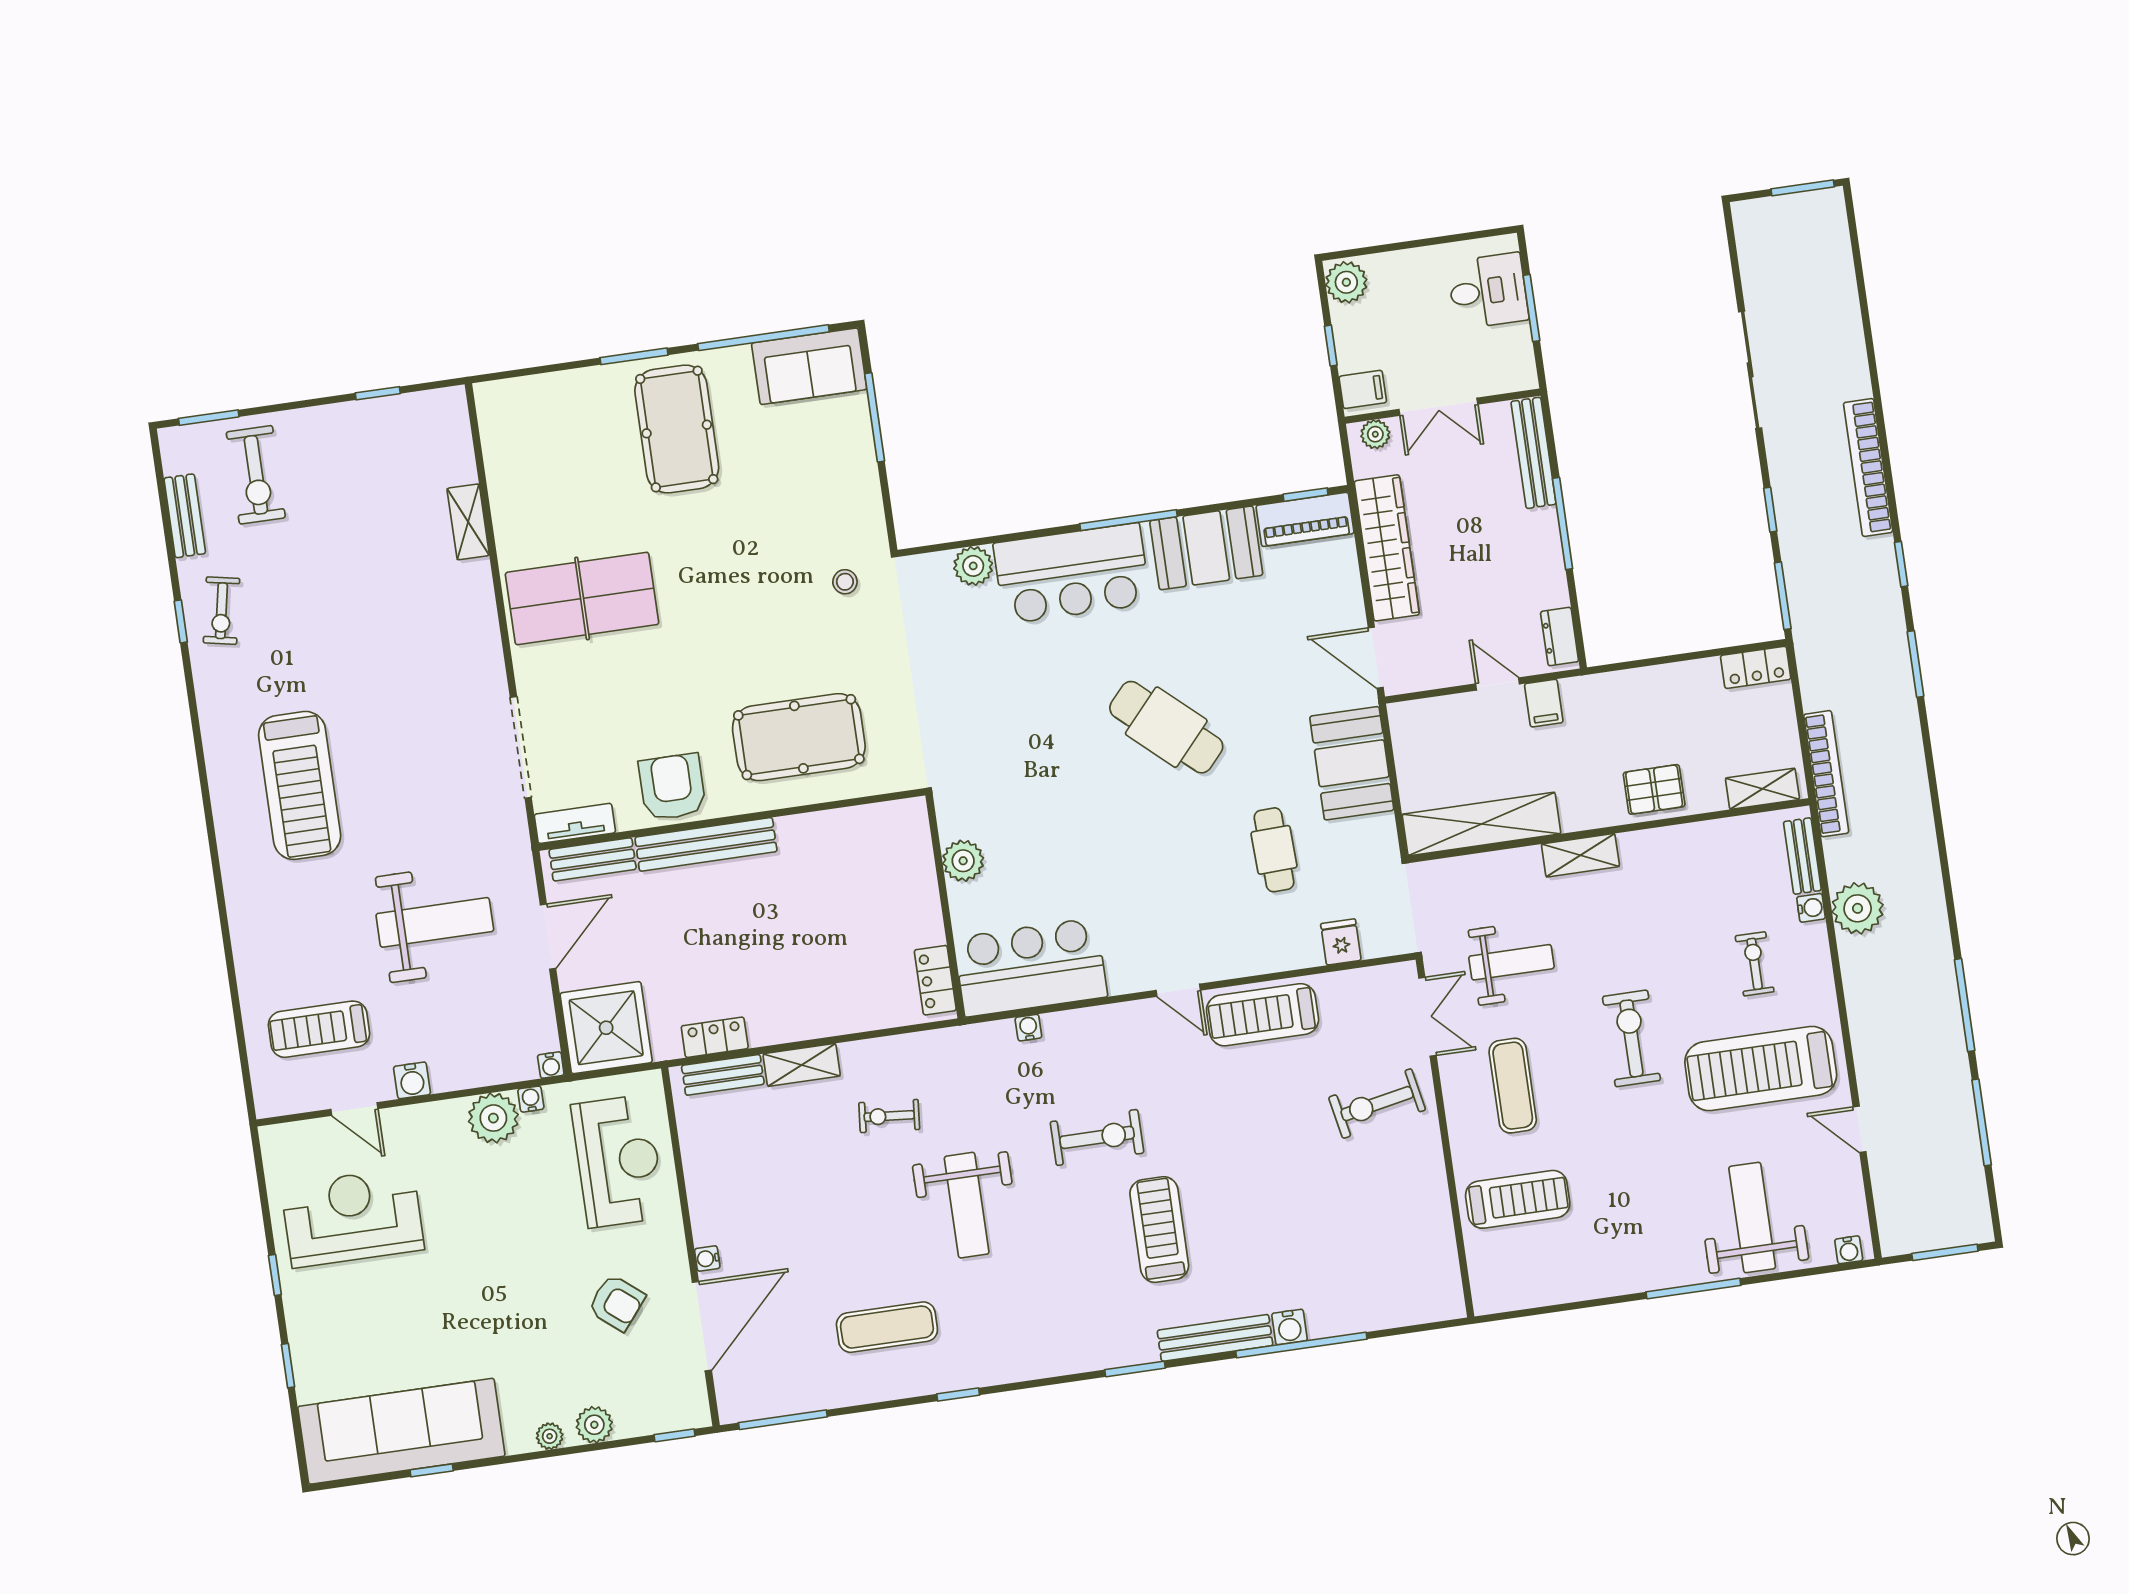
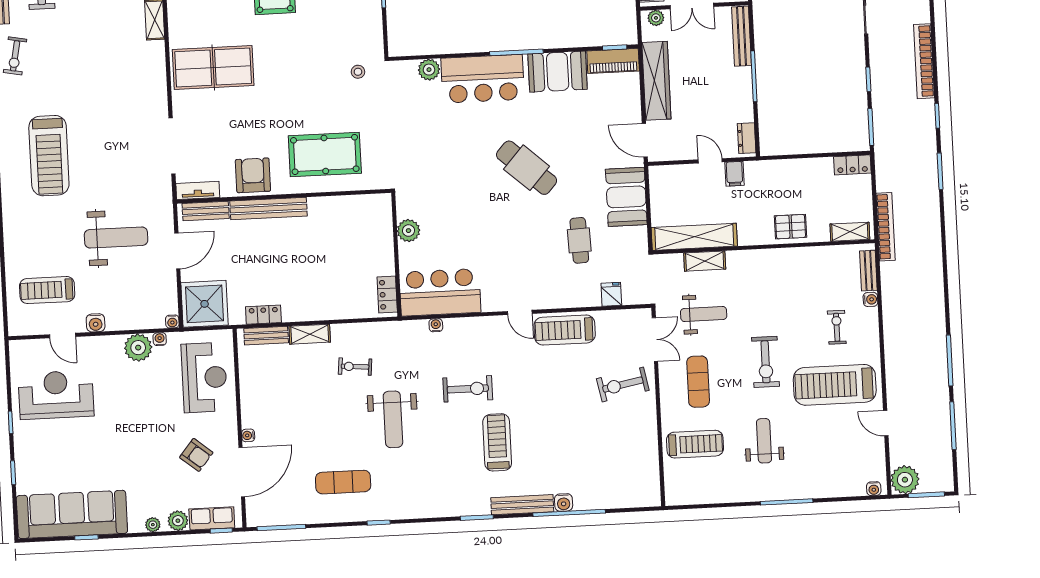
shelving: (1580, 855) -> (705, 261), moved
plant: (1858, 908) -> (905, 480), moved
exercise bike: (1631, 1038) -> (766, 362), turned 180
weight bench: (1752, 1217) -> (764, 441), moved, width x0.73, depth x0.75
row of seats: (655, 1415) -> (212, 518), added

